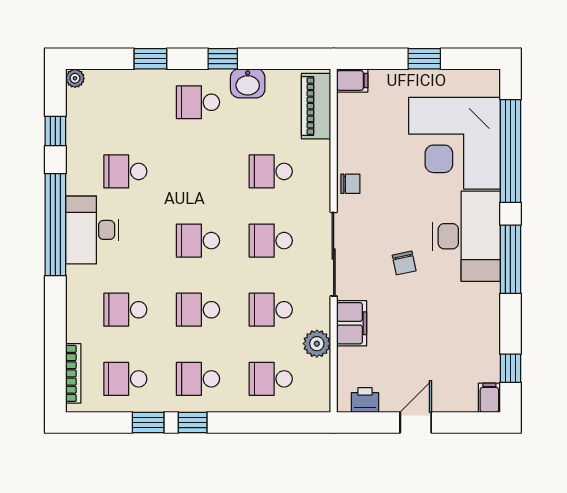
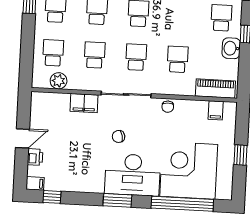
filing cabinet: (352, 80) -> (216, 110), moved
window: (510, 259) -> (117, 200), width x0.69
plant: (317, 344) -> (59, 81), moved
printer: (365, 400) -> (35, 157), moved
door: (416, 422) -> (22, 138), hinge flipped

